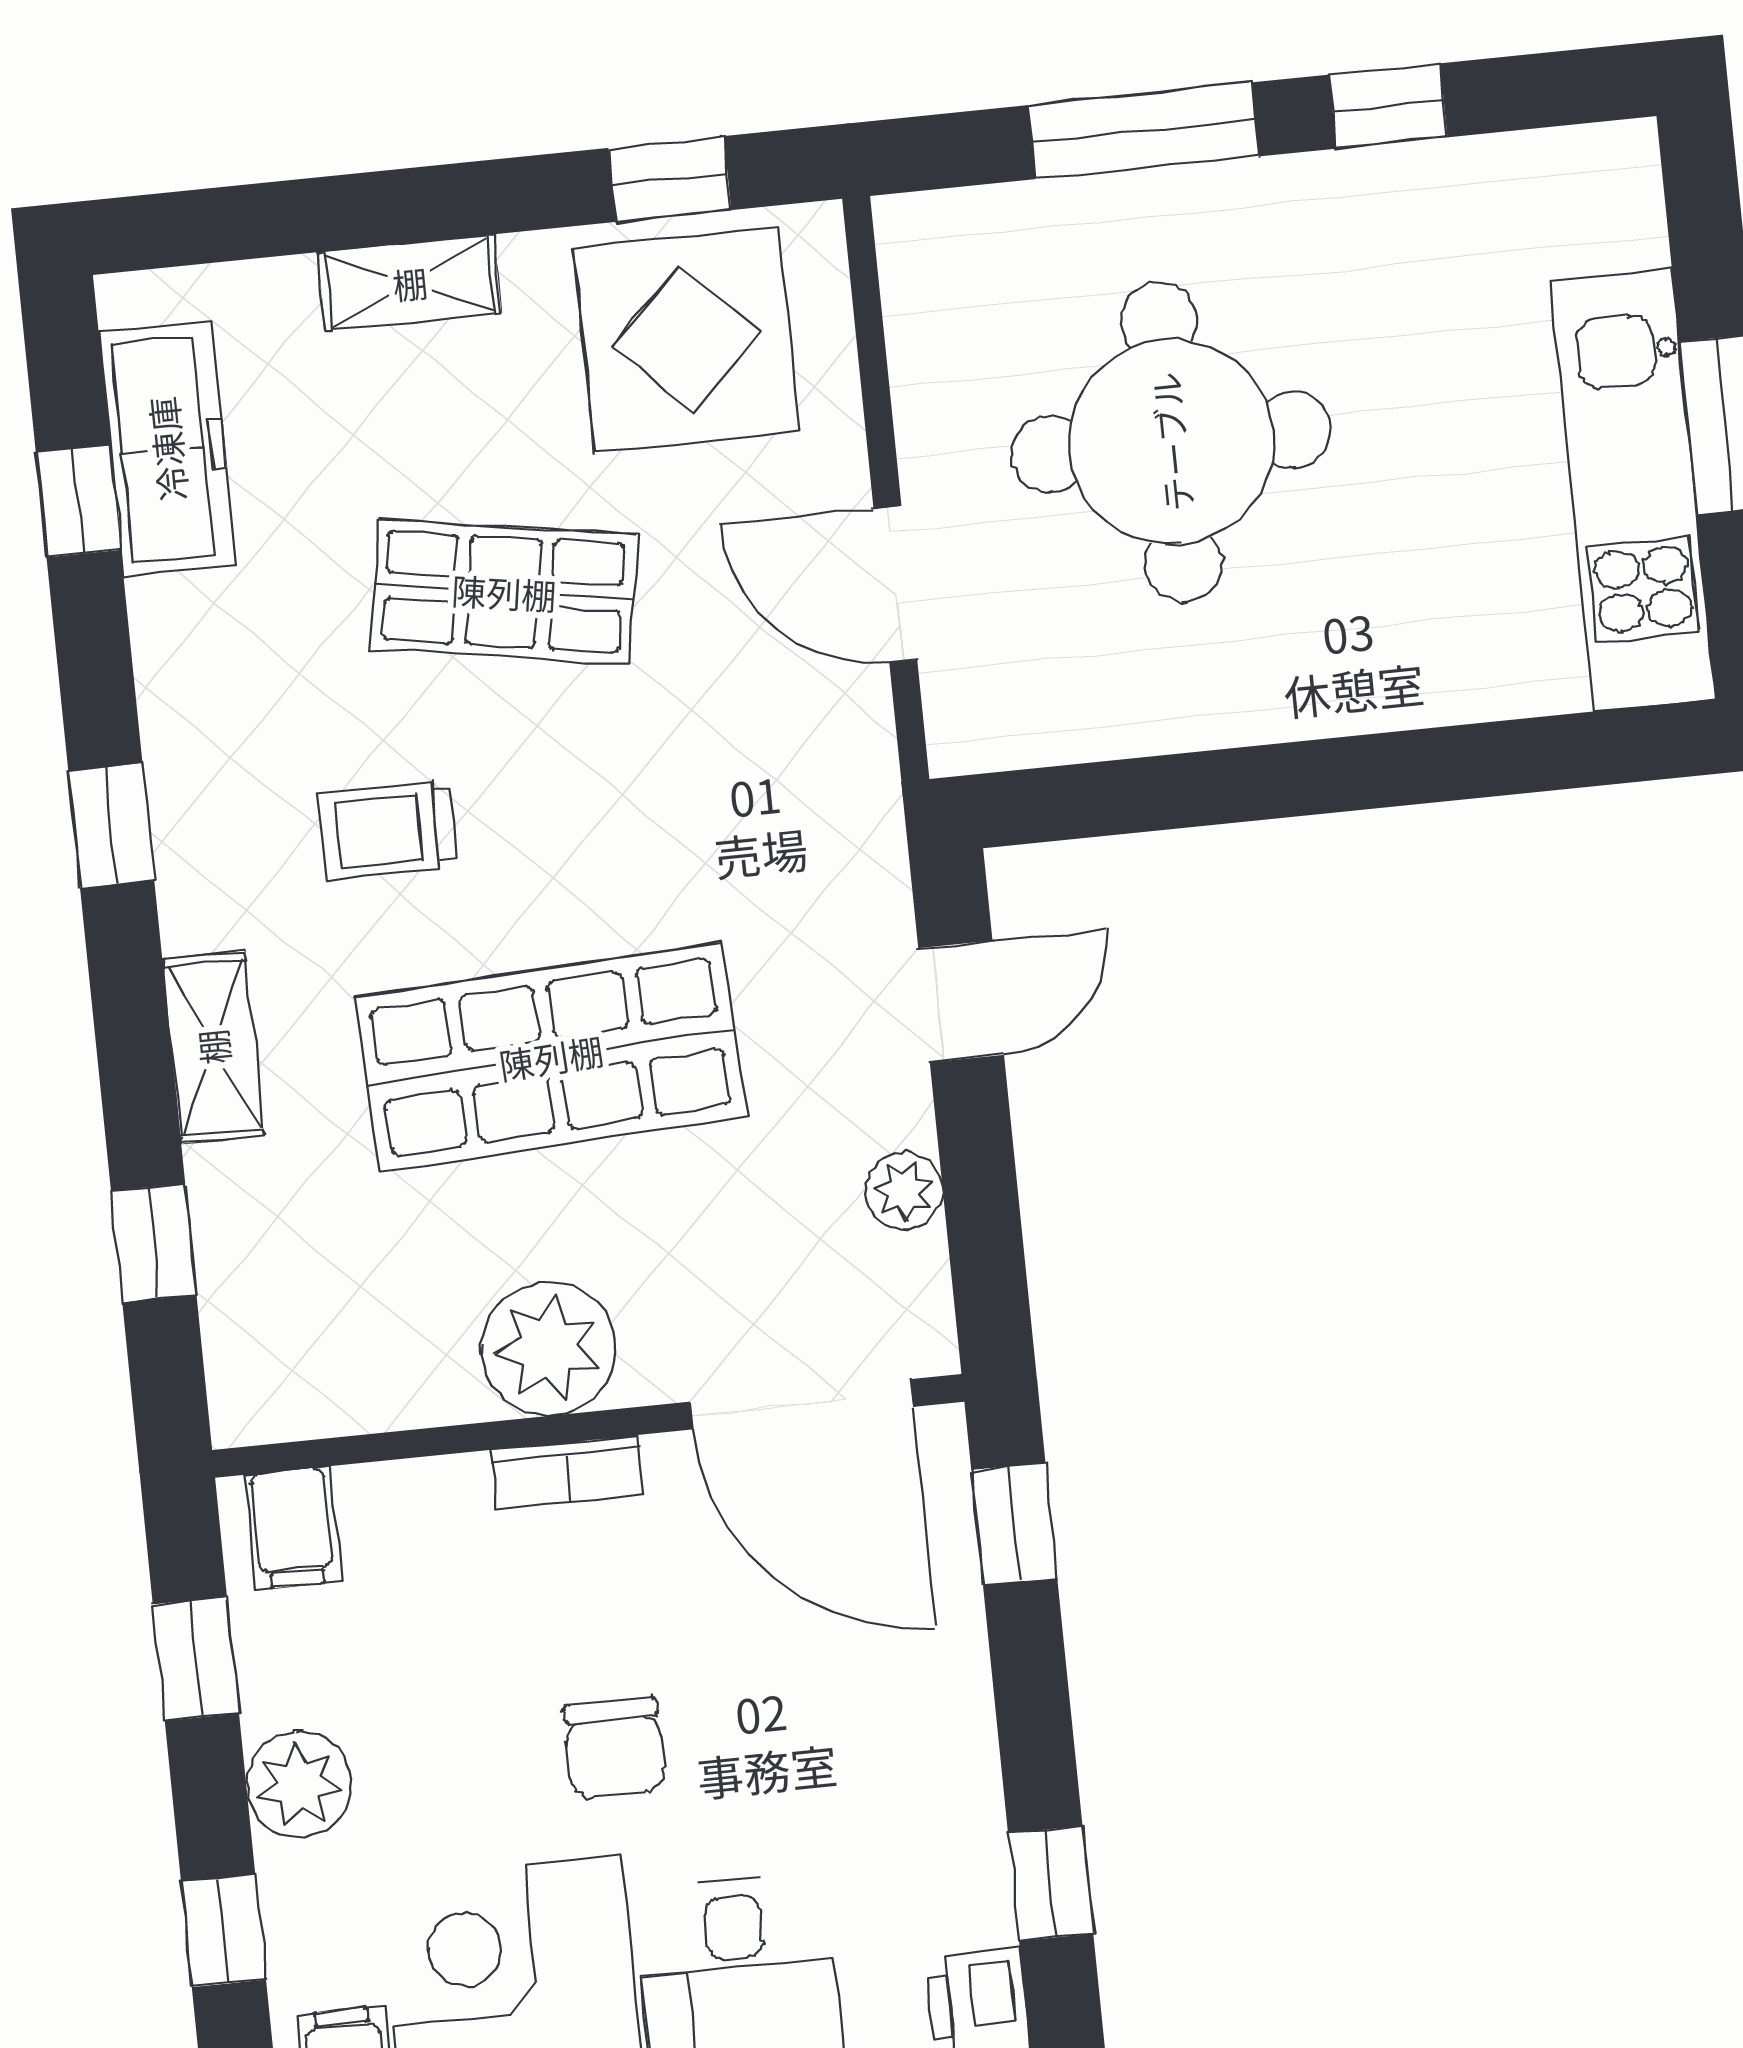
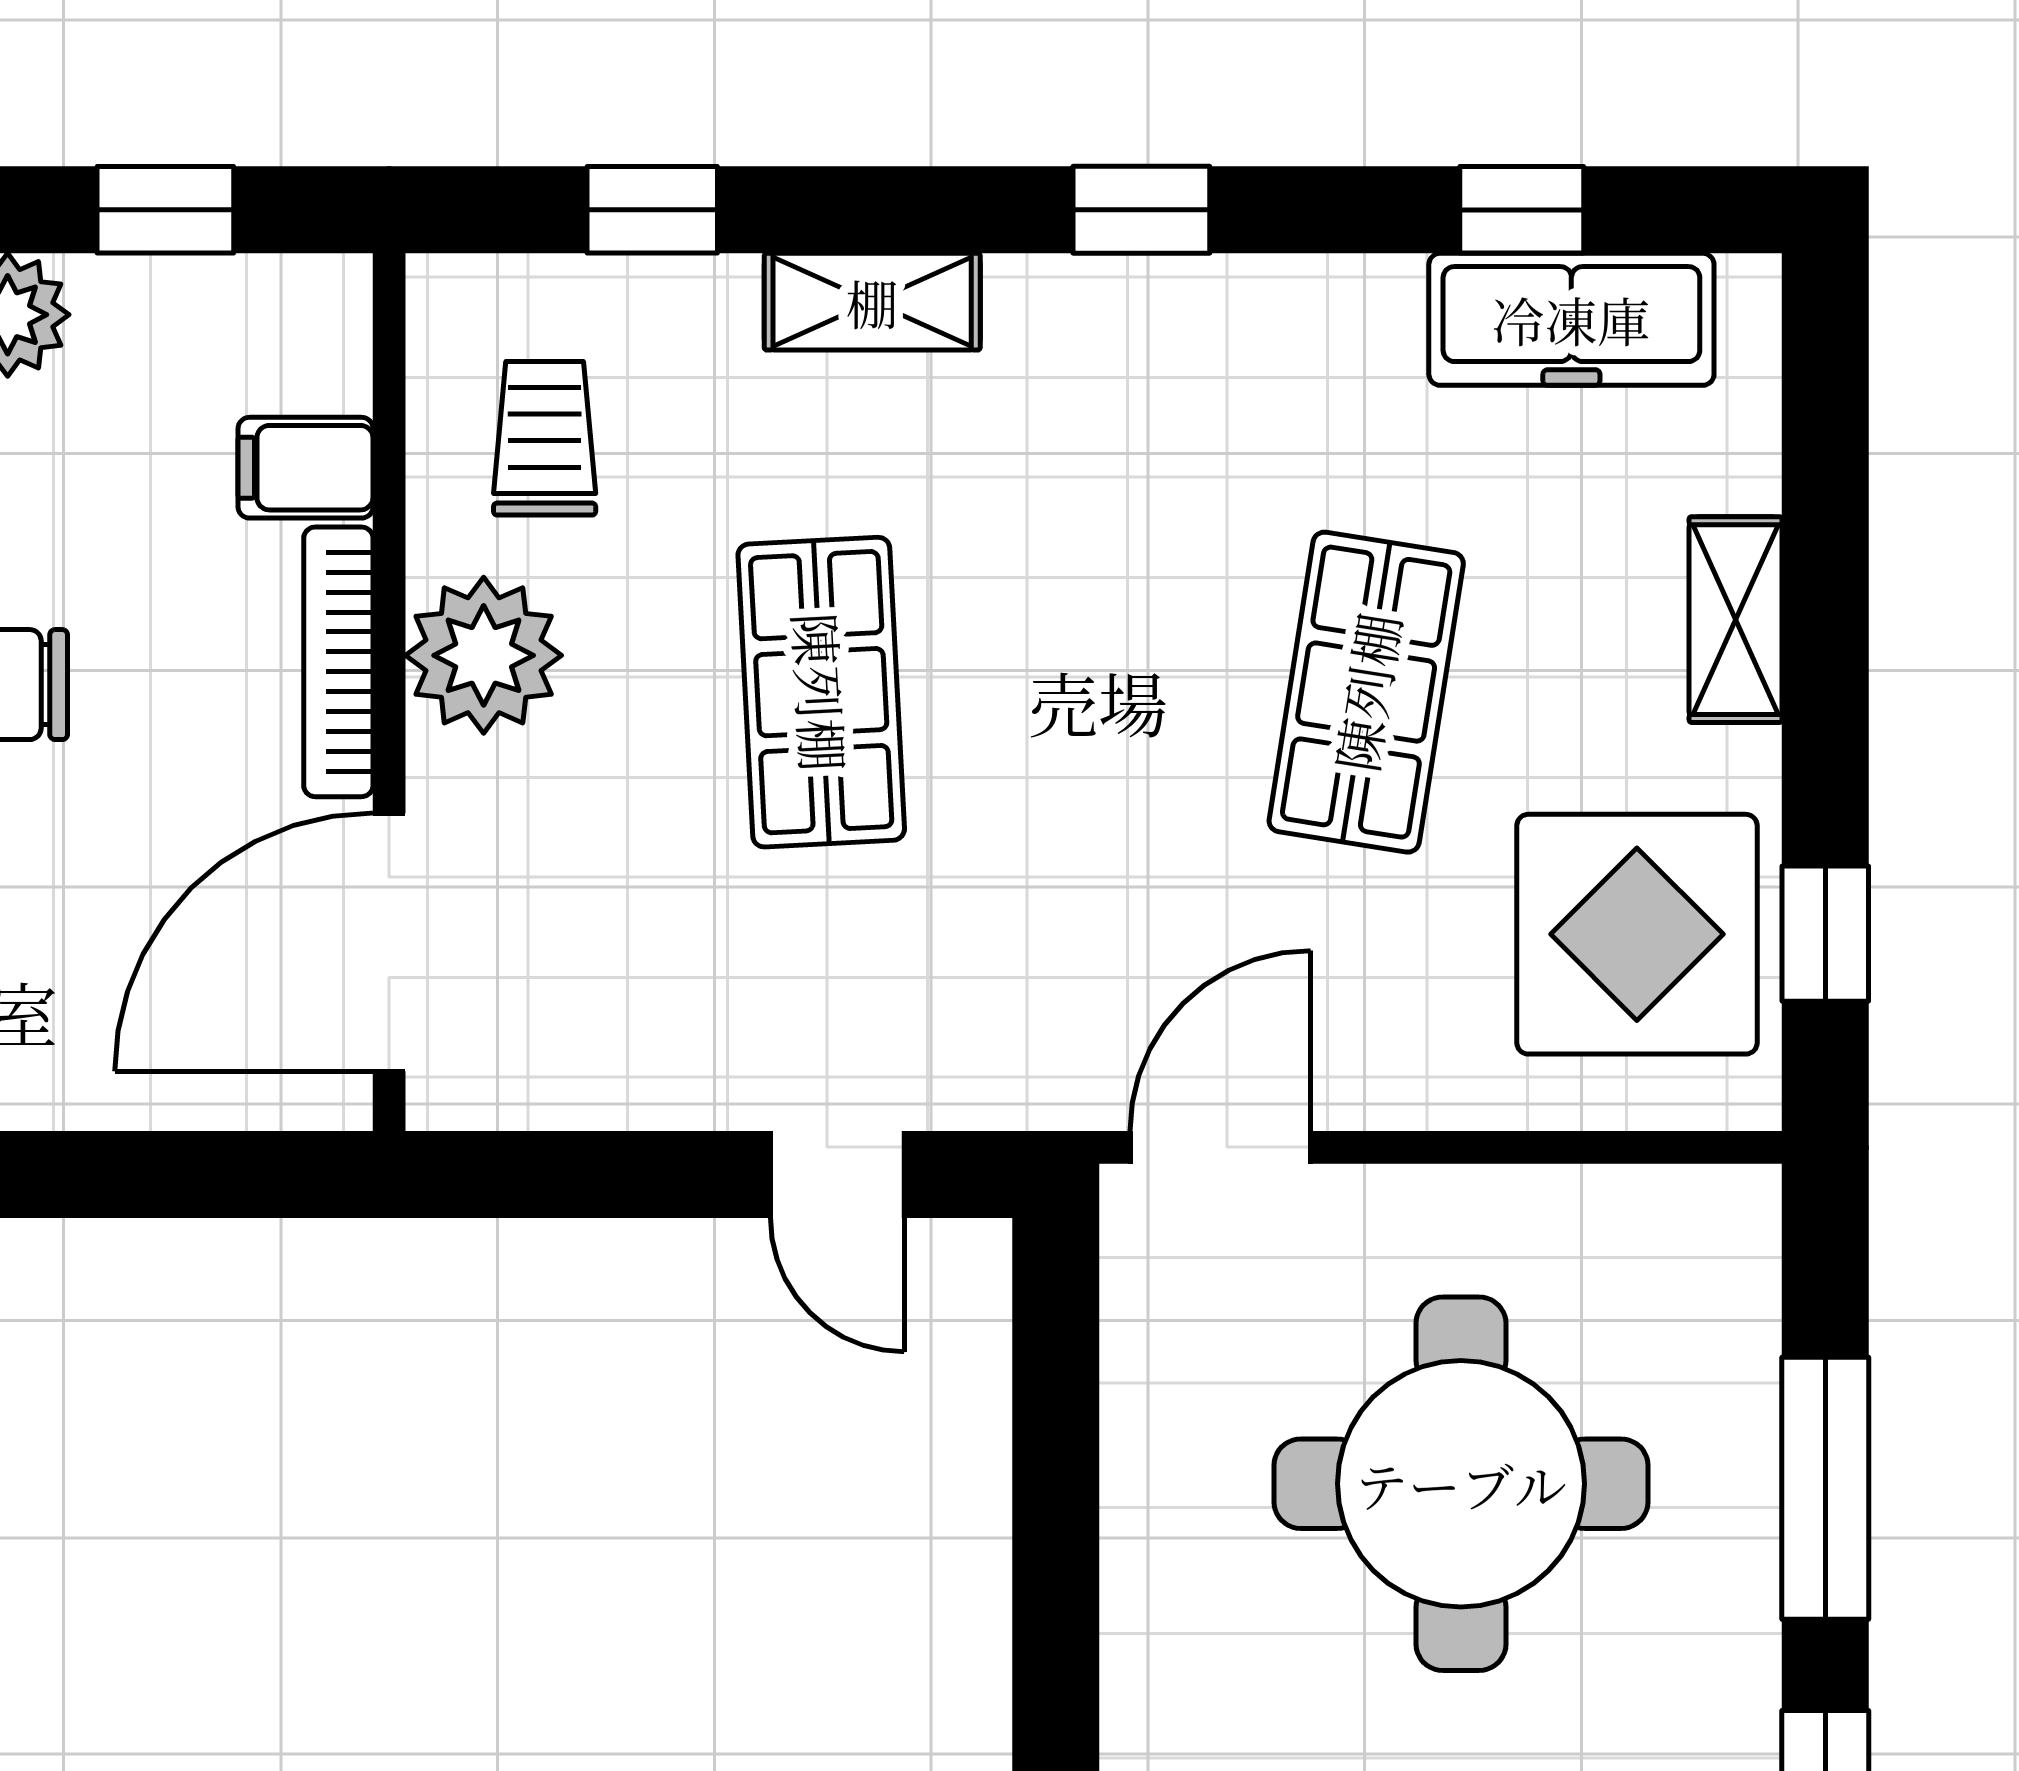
door: (895, 584) -> (1220, 1147), moved
trolley: (388, 830) -> (545, 438), moved
shop shelf: (551, 1057) -> (821, 692), width x0.70, depth x0.74
plant: (904, 1191) -> (624, 1086), removed
bookcase: (567, 1472) -> (338, 662), width x1.56
window: (1014, 1524) -> (225, 1174), removed
filing cabinet: (292, 1528) -> (306, 468), moved

